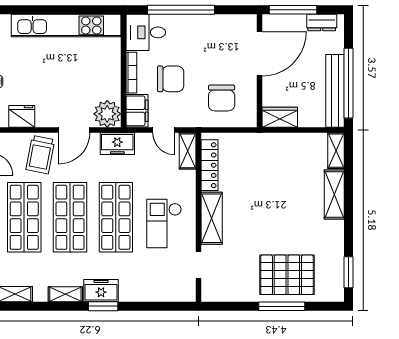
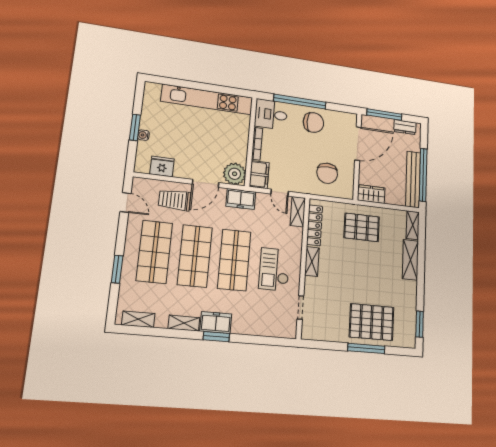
chair: (171, 79) -> (313, 123), moved
trolley: (40, 155) -> (175, 200), turned 79
pallet: (269, 161) -> (362, 227), added
shelving: (212, 218) -> (312, 262), width x0.67, depth x0.75

